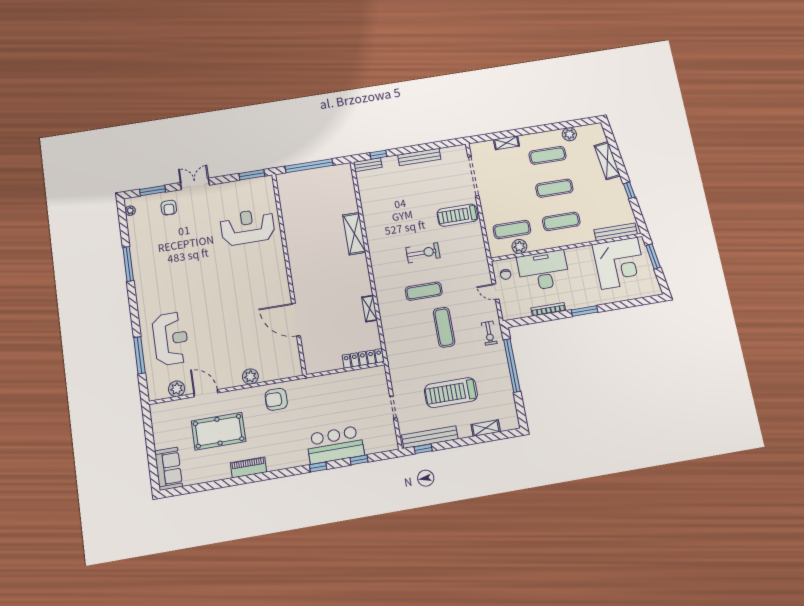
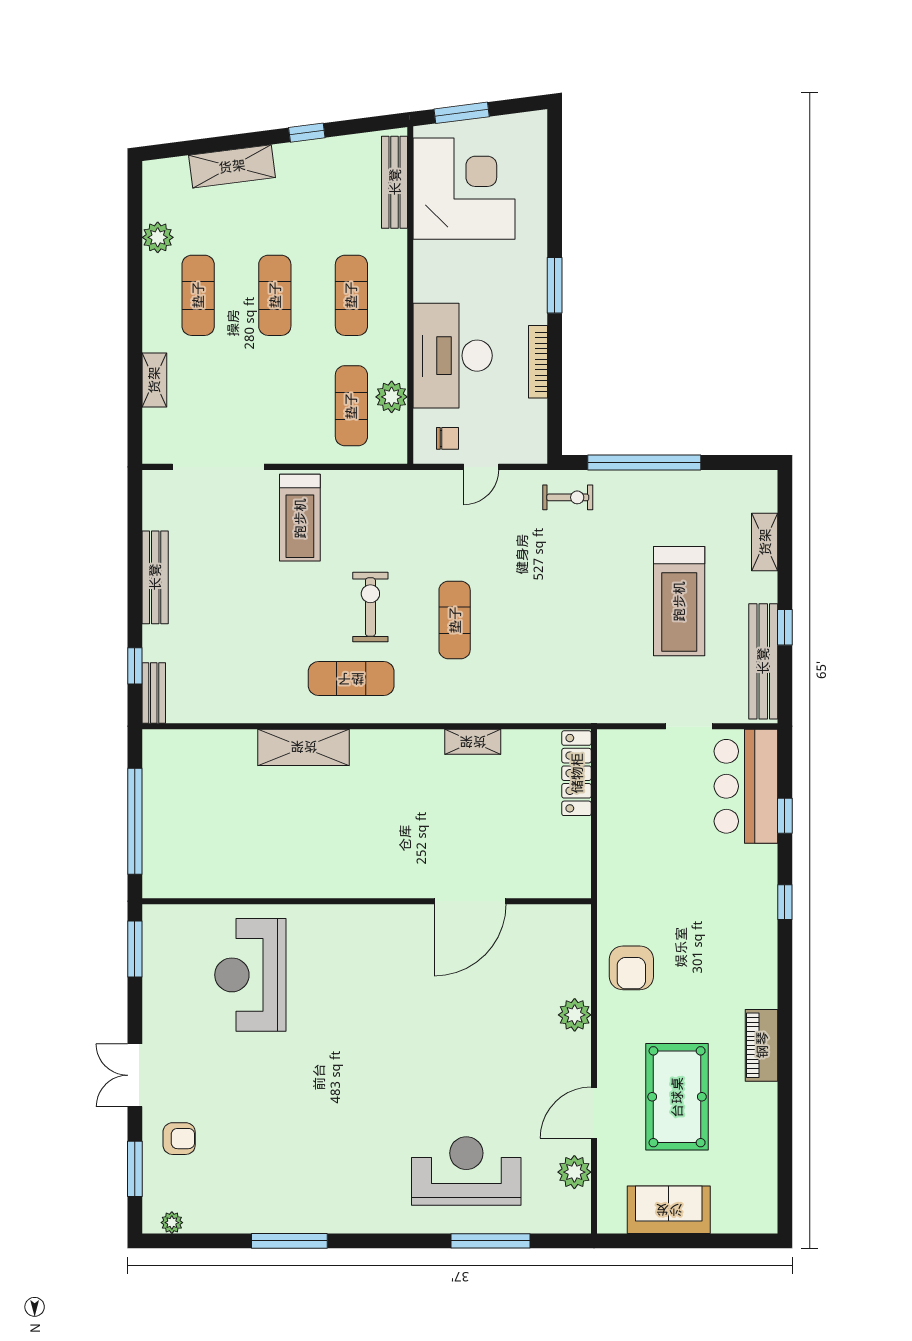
exercise mat: (444, 327) -> (351, 679), moved
bar counter: (335, 445) -> (746, 786), moved
window: (423, 449) -> (785, 627), moved
sofa: (169, 469) -> (669, 1210), moved

